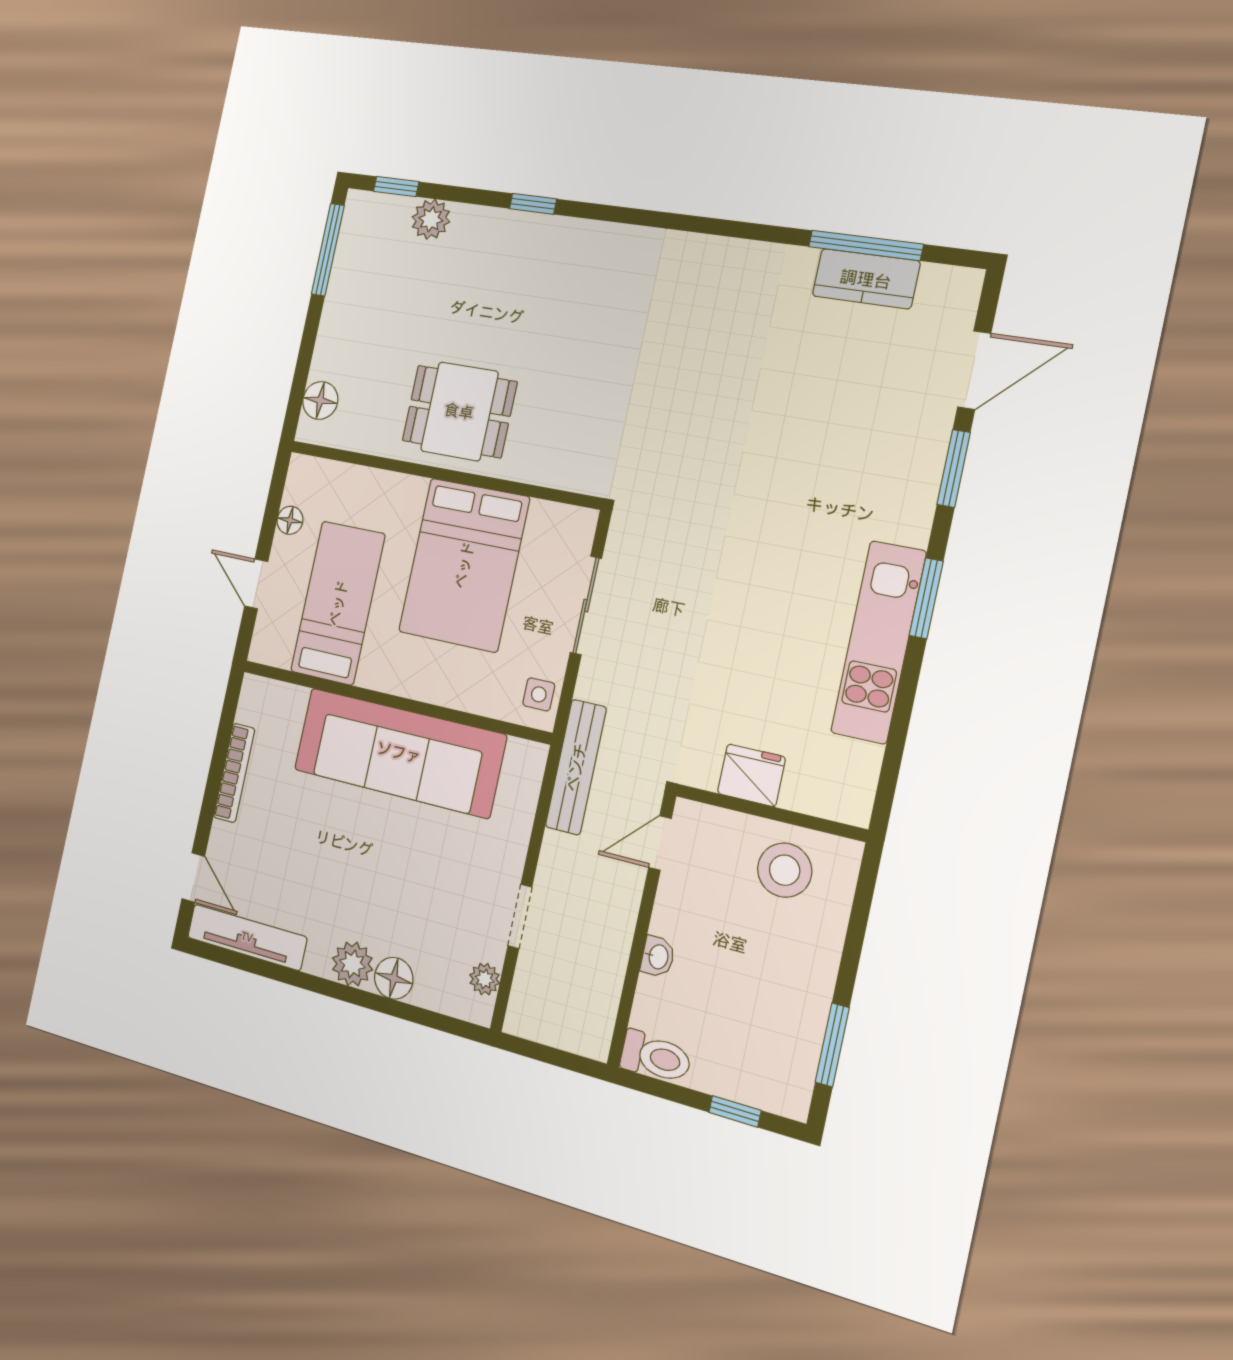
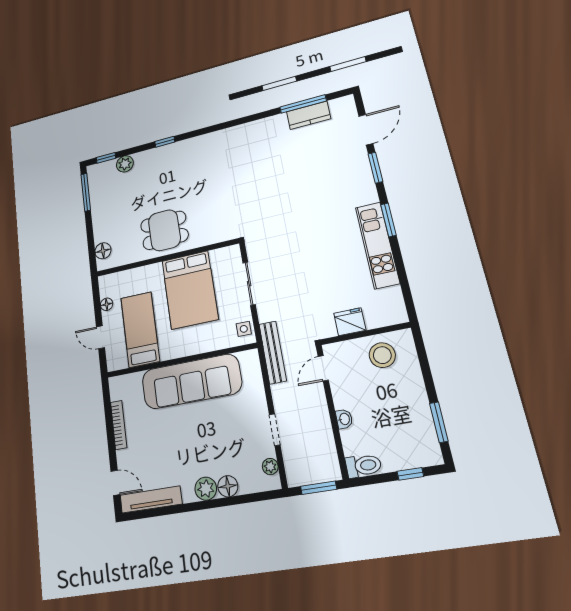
window: (557, 1057) -> (319, 488), added

